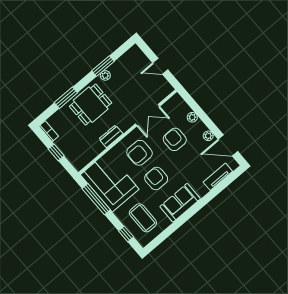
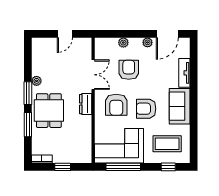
window: (103, 66) -> (28, 93), moved
dresser: (111, 136) -> (86, 104), moved
armchair: (175, 139) -> (129, 70), turned 90
tv unit: (218, 177) -> (184, 73), moved

